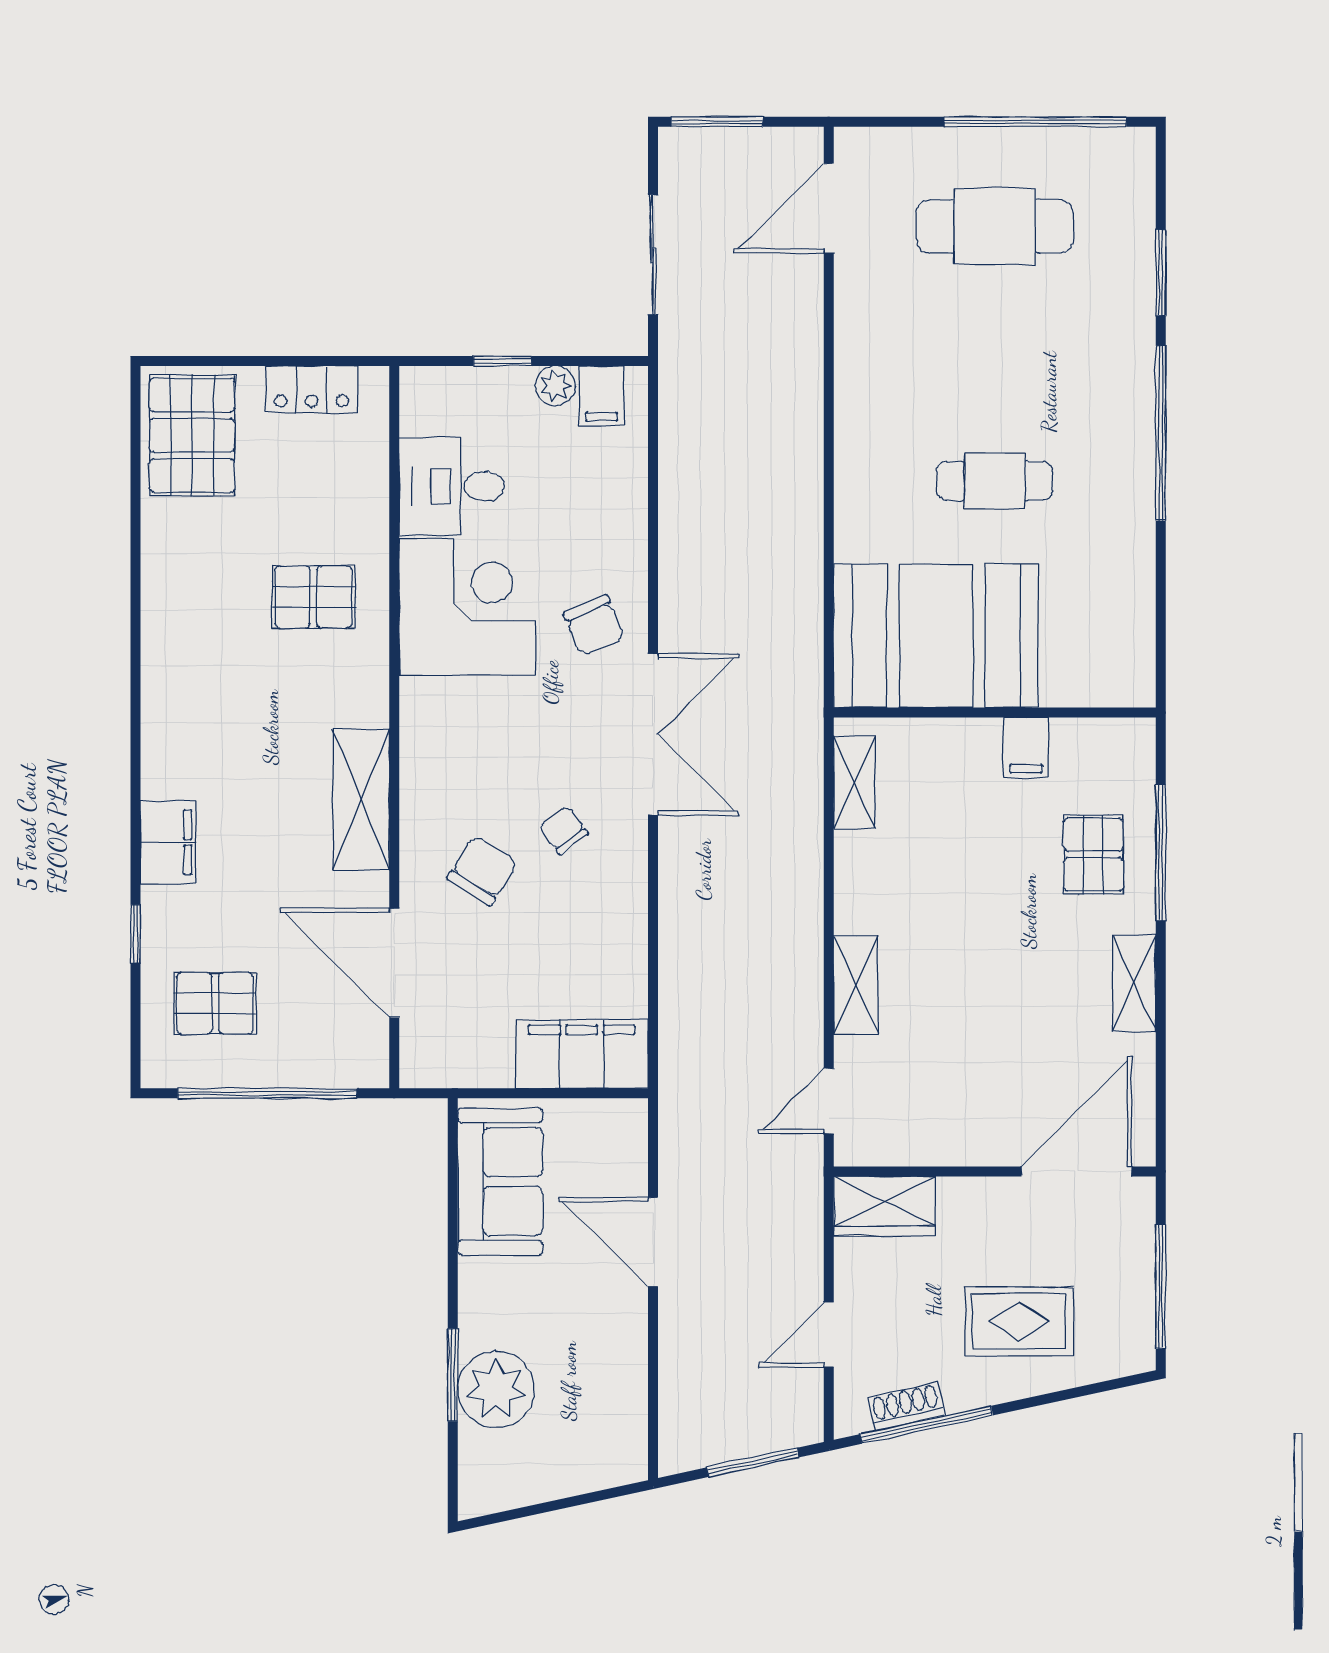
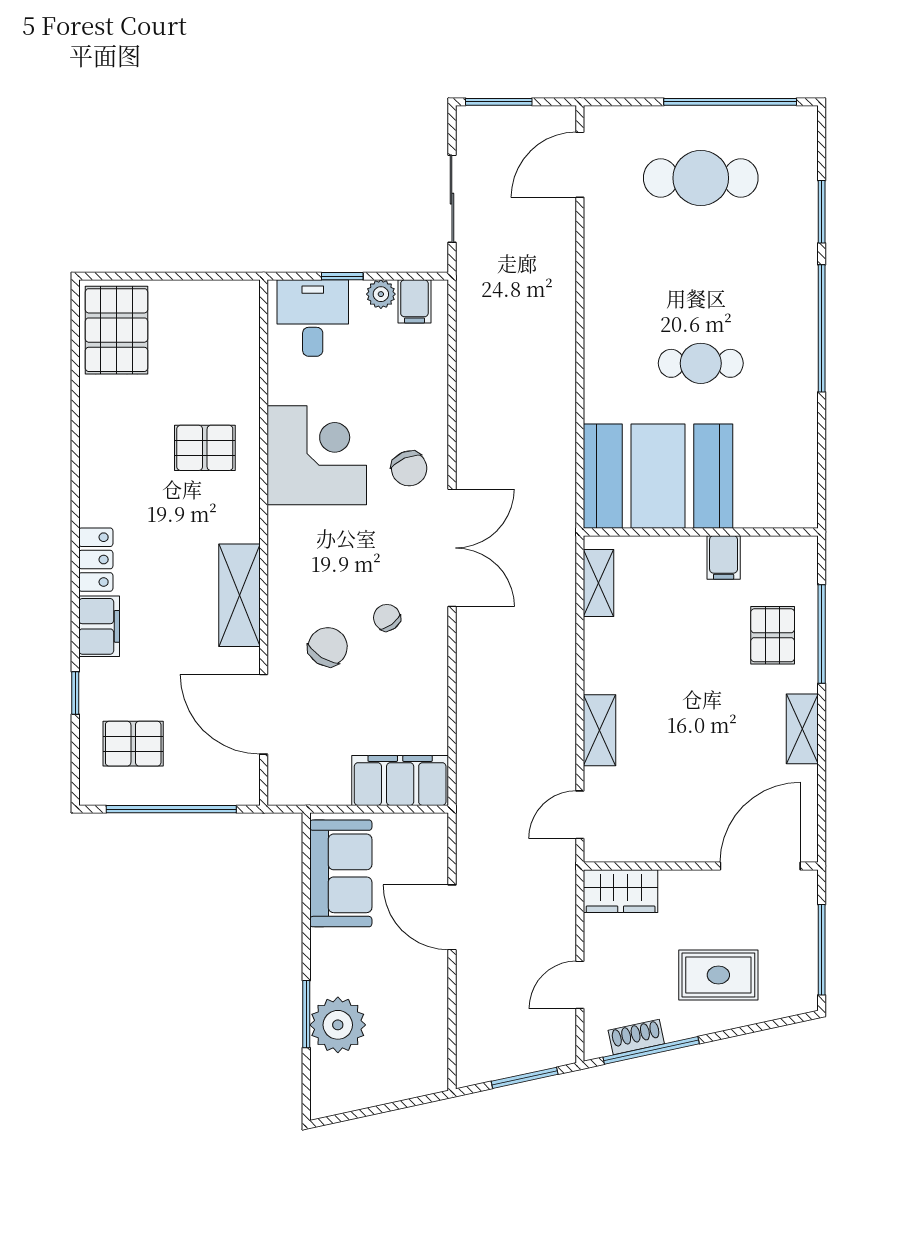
locker: (312, 389) -> (96, 560), moved, turned -90
desk: (452, 486) -> (313, 318), moved, turned 90

